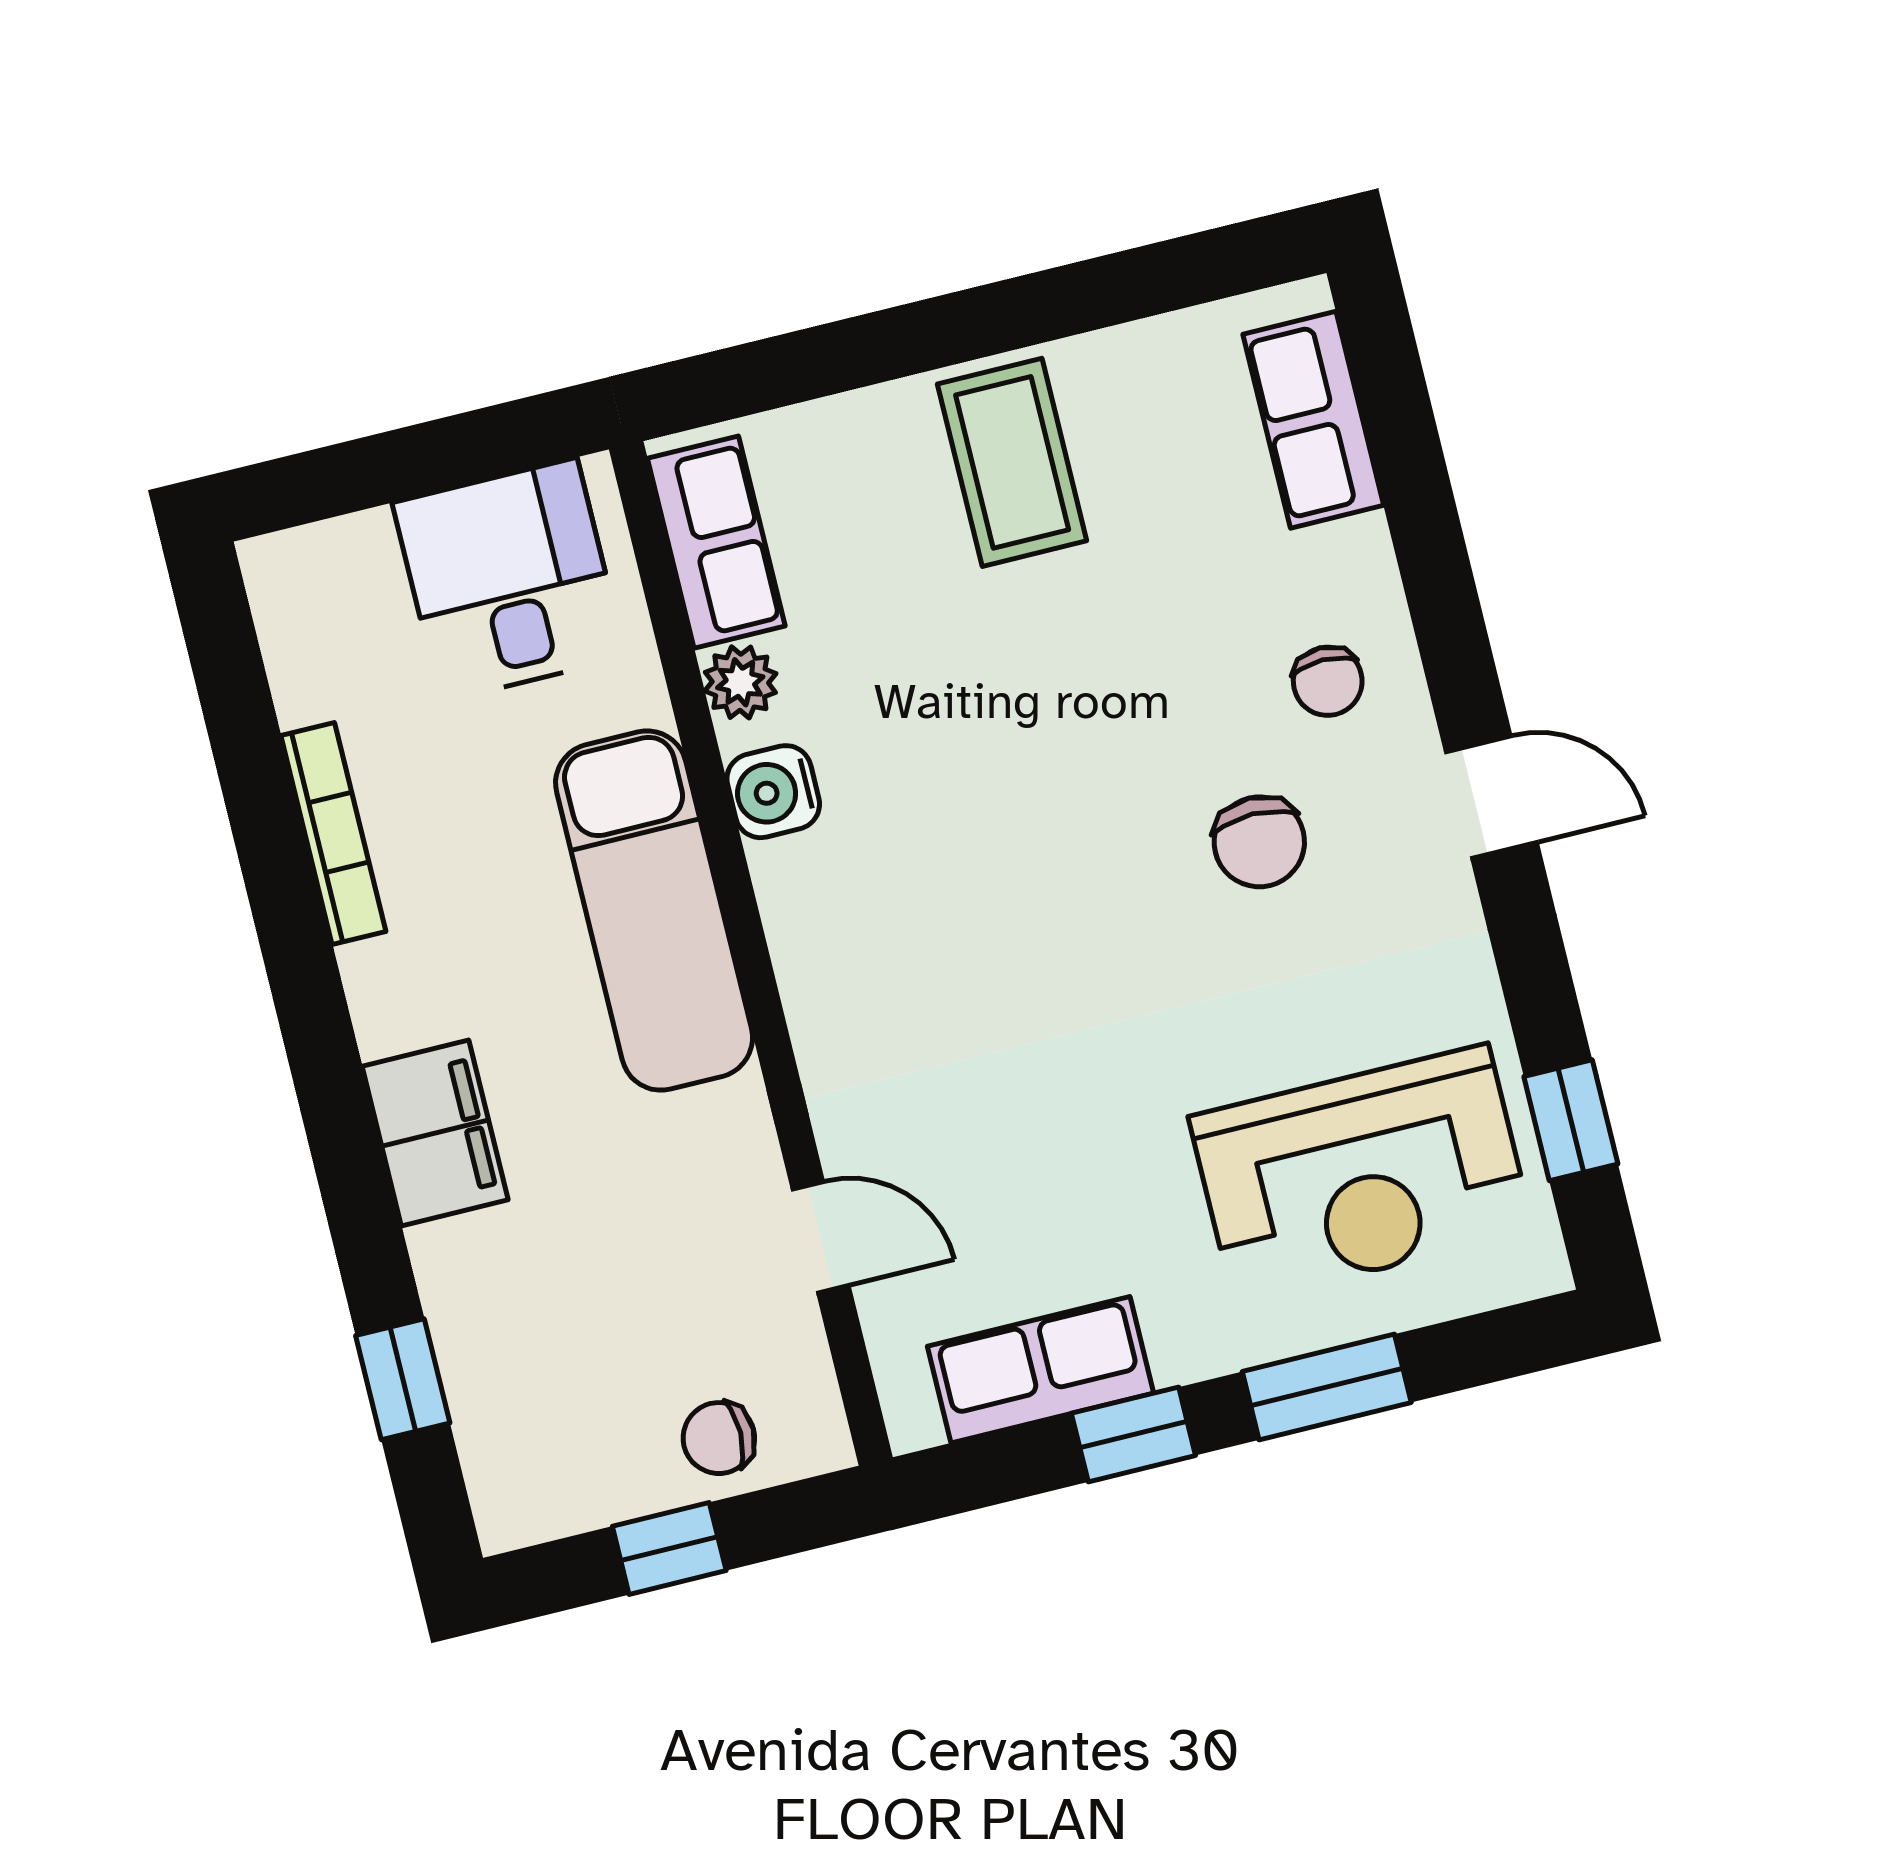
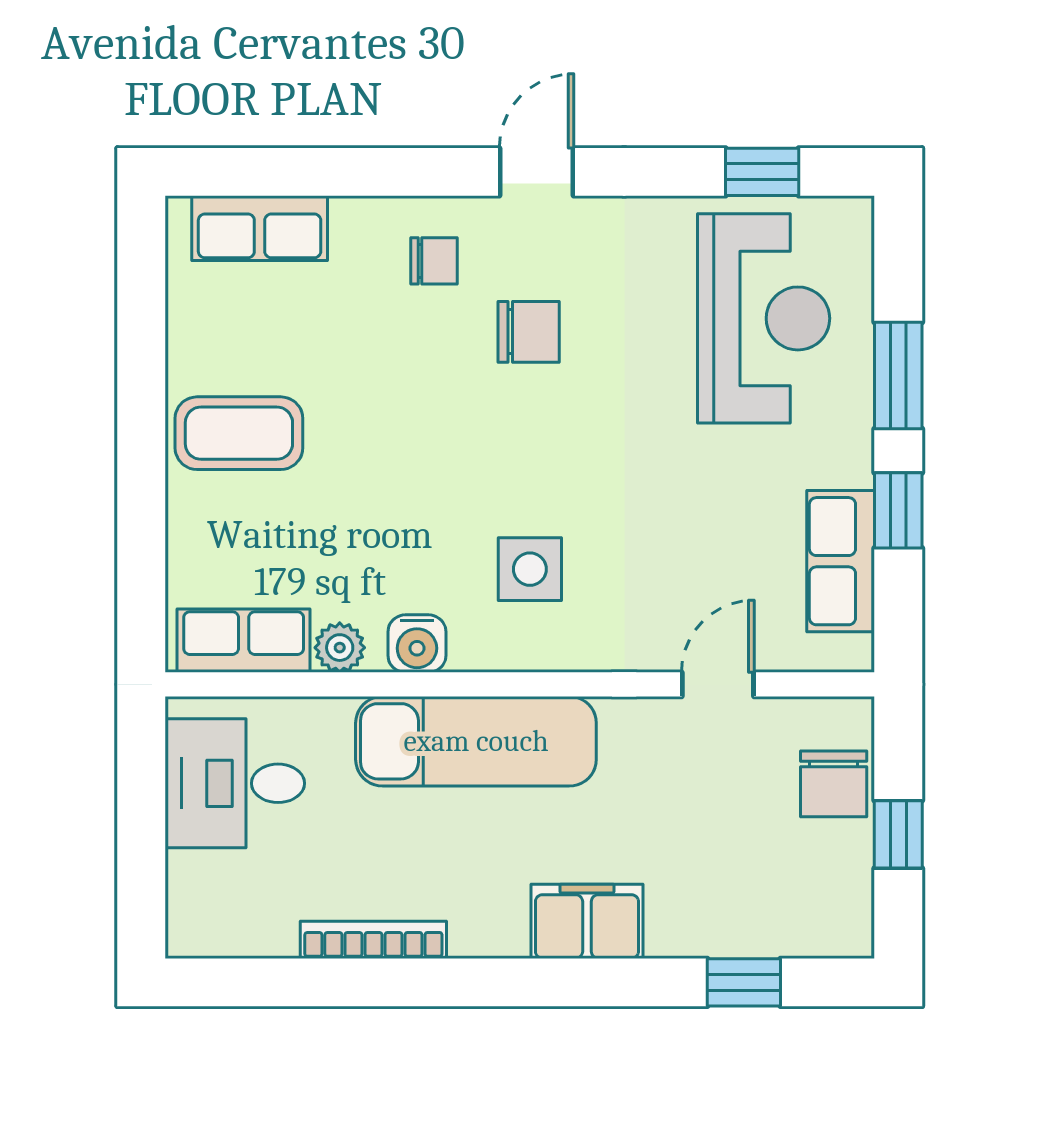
side table: (920, 927) -> (530, 569), added
chair: (719, 1438) -> (834, 784), width x1.37, depth x1.37

